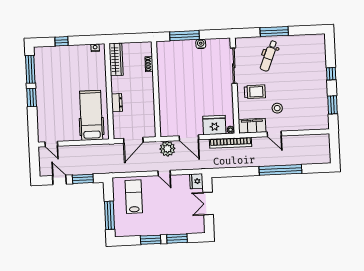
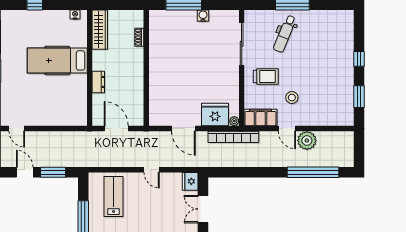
hospital bed: (91, 115) -> (57, 60), moved, turned -90
door: (133, 140) -> (116, 129), swing flipped
plant: (167, 149) -> (307, 140), moved
window: (280, 170) -> (313, 172), moved

